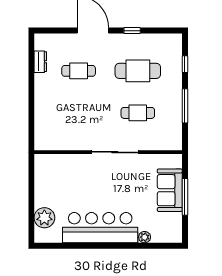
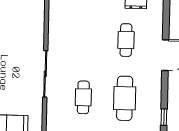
window: (132, 31) -> (164, 117), moved

